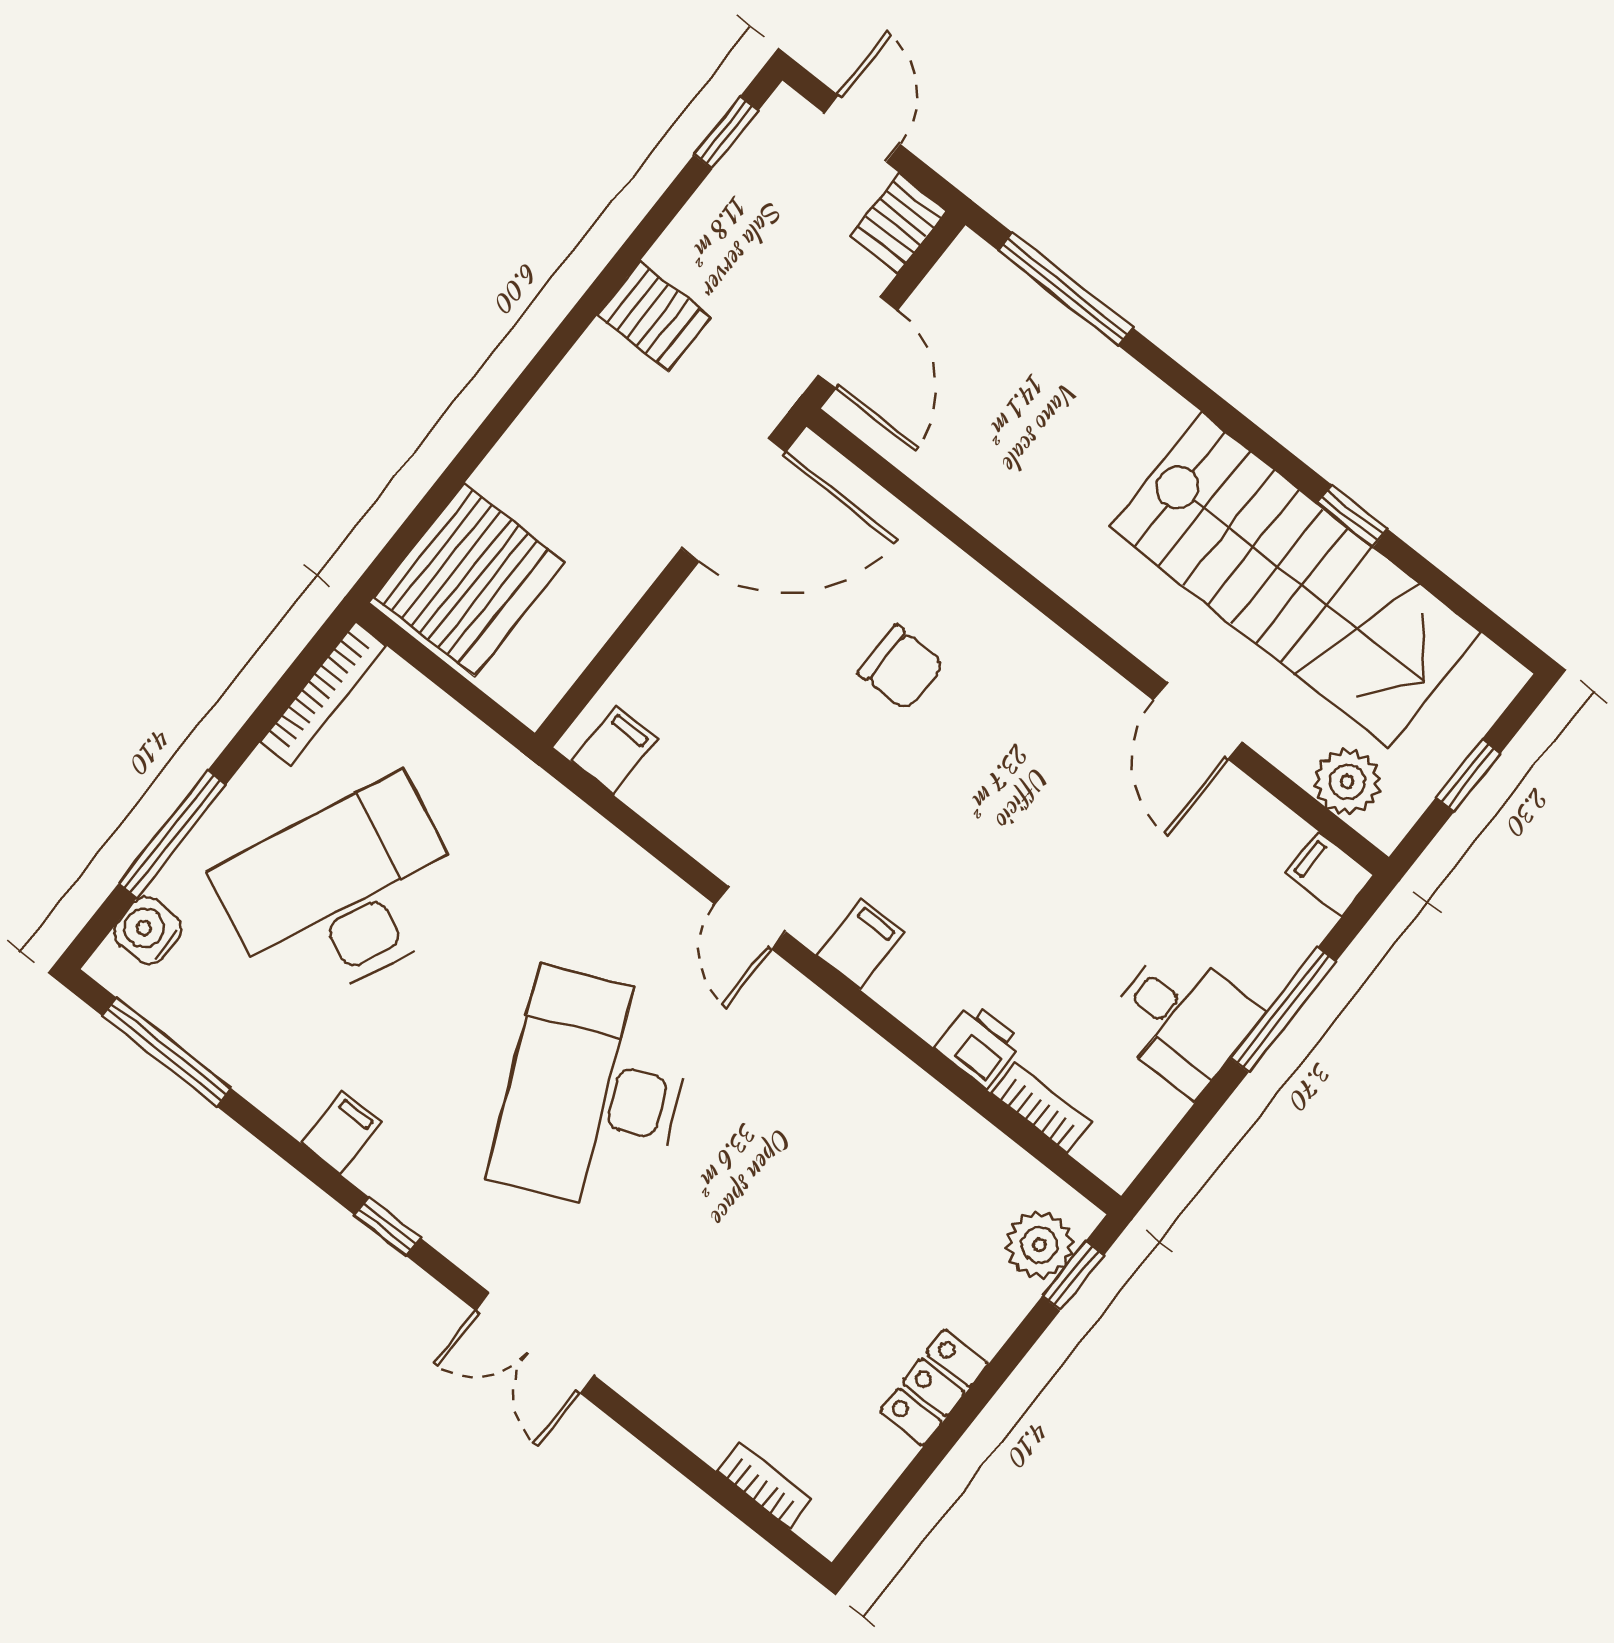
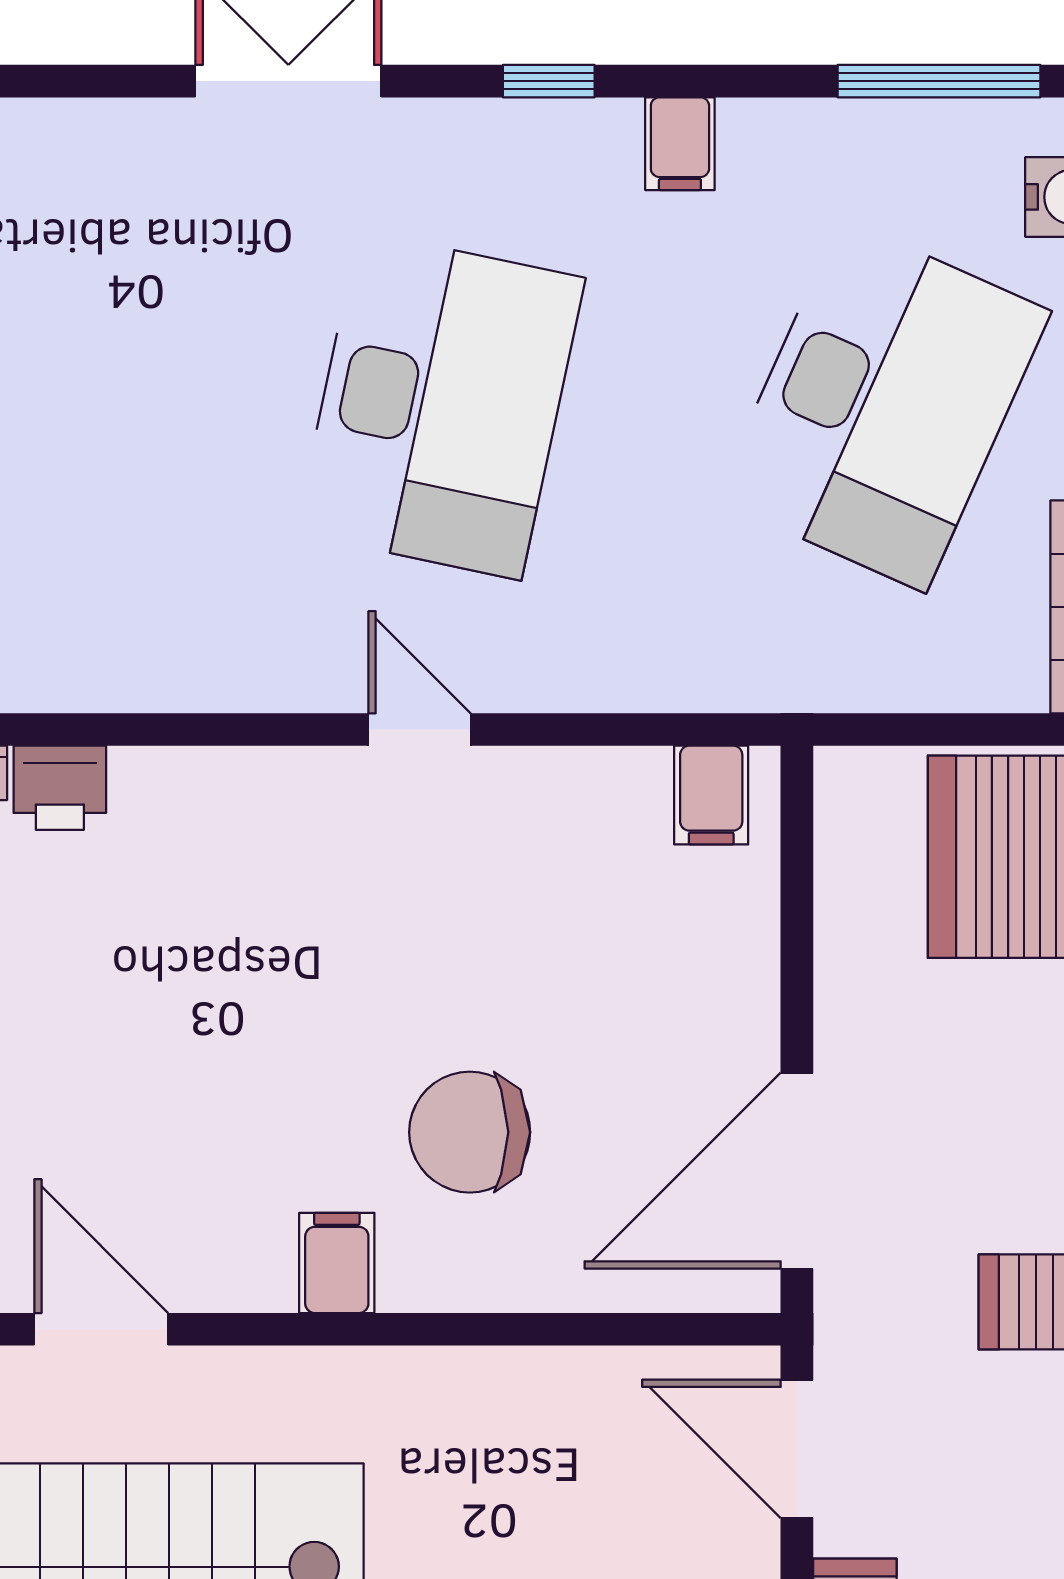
chair: (901, 668) -> (470, 1132), width x1.37, depth x1.37
filing cabinet: (860, 944) -> (337, 1263), moved, turned 180
desk: (594, 1092) -> (440, 405), turned 36

